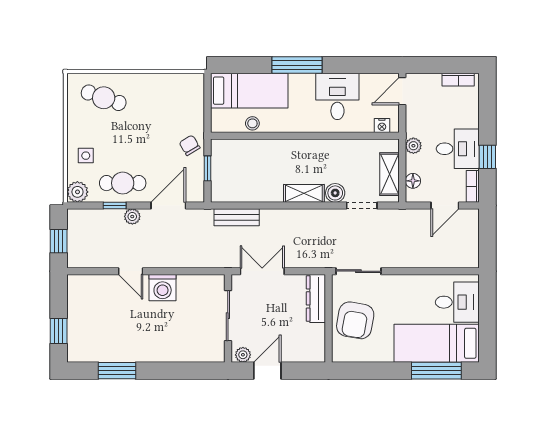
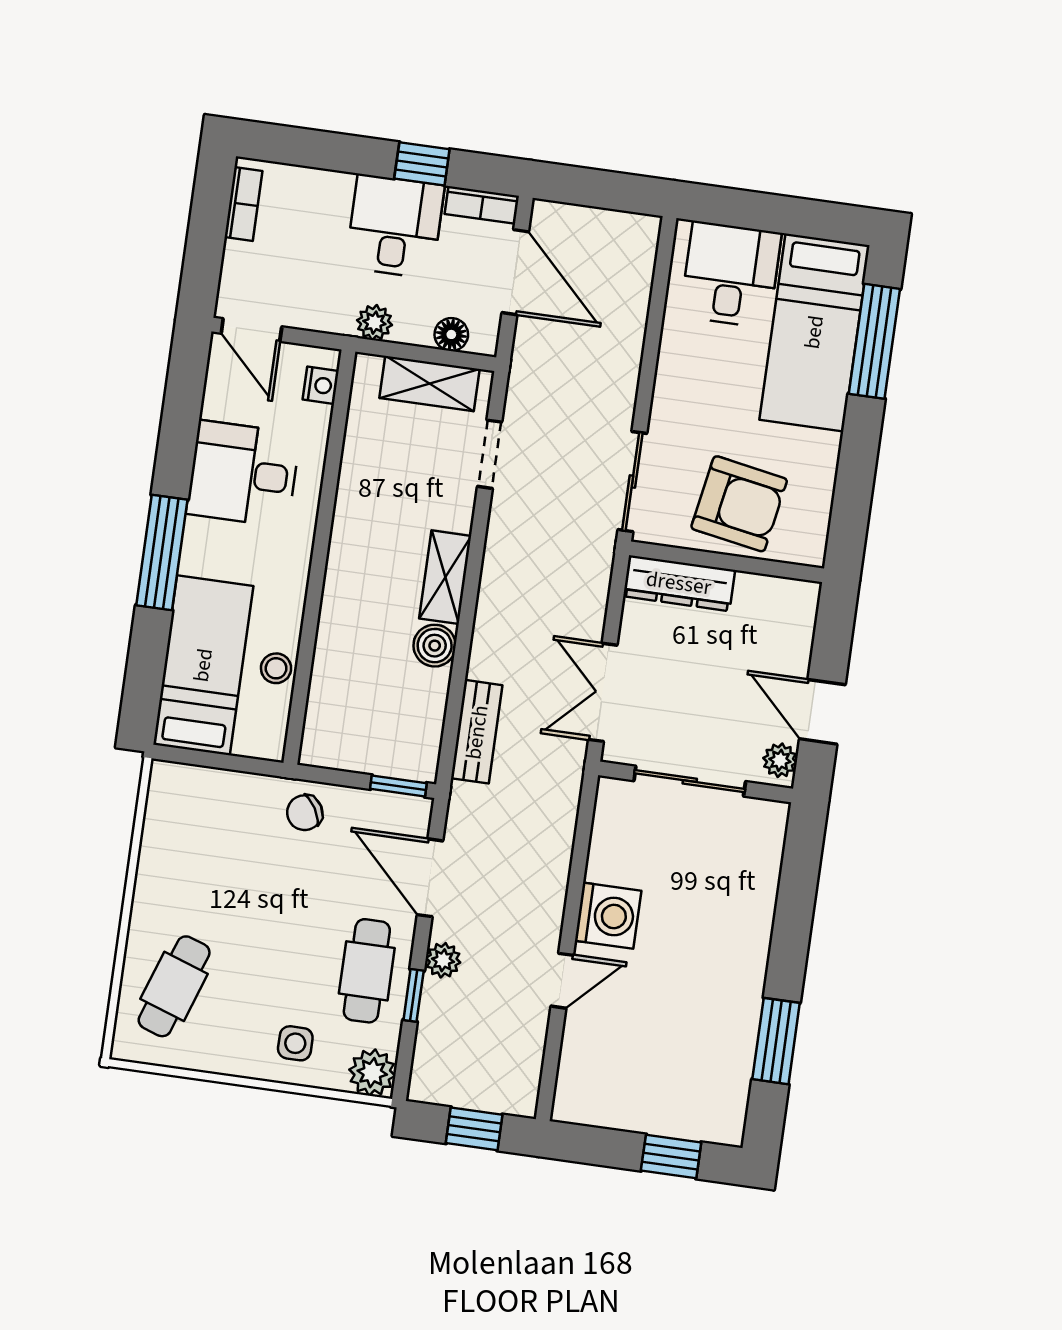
window: (207, 168) -> (398, 786), moved
boiler: (335, 193) -> (435, 646), moved
door: (445, 206) -> (515, 272), width x1.38

